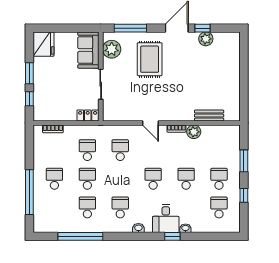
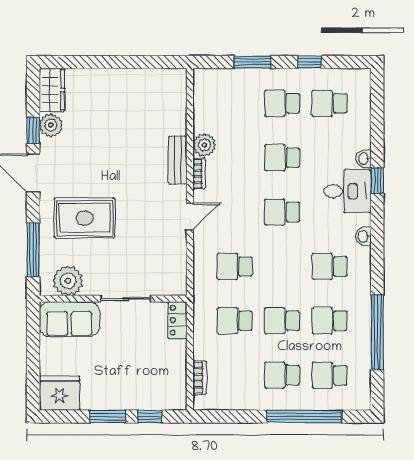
wardrobe: (227, 39) -> (52, 90), added
bench: (209, 116) -> (178, 160), moved
school desk: (54, 207) -> (329, 375), added

